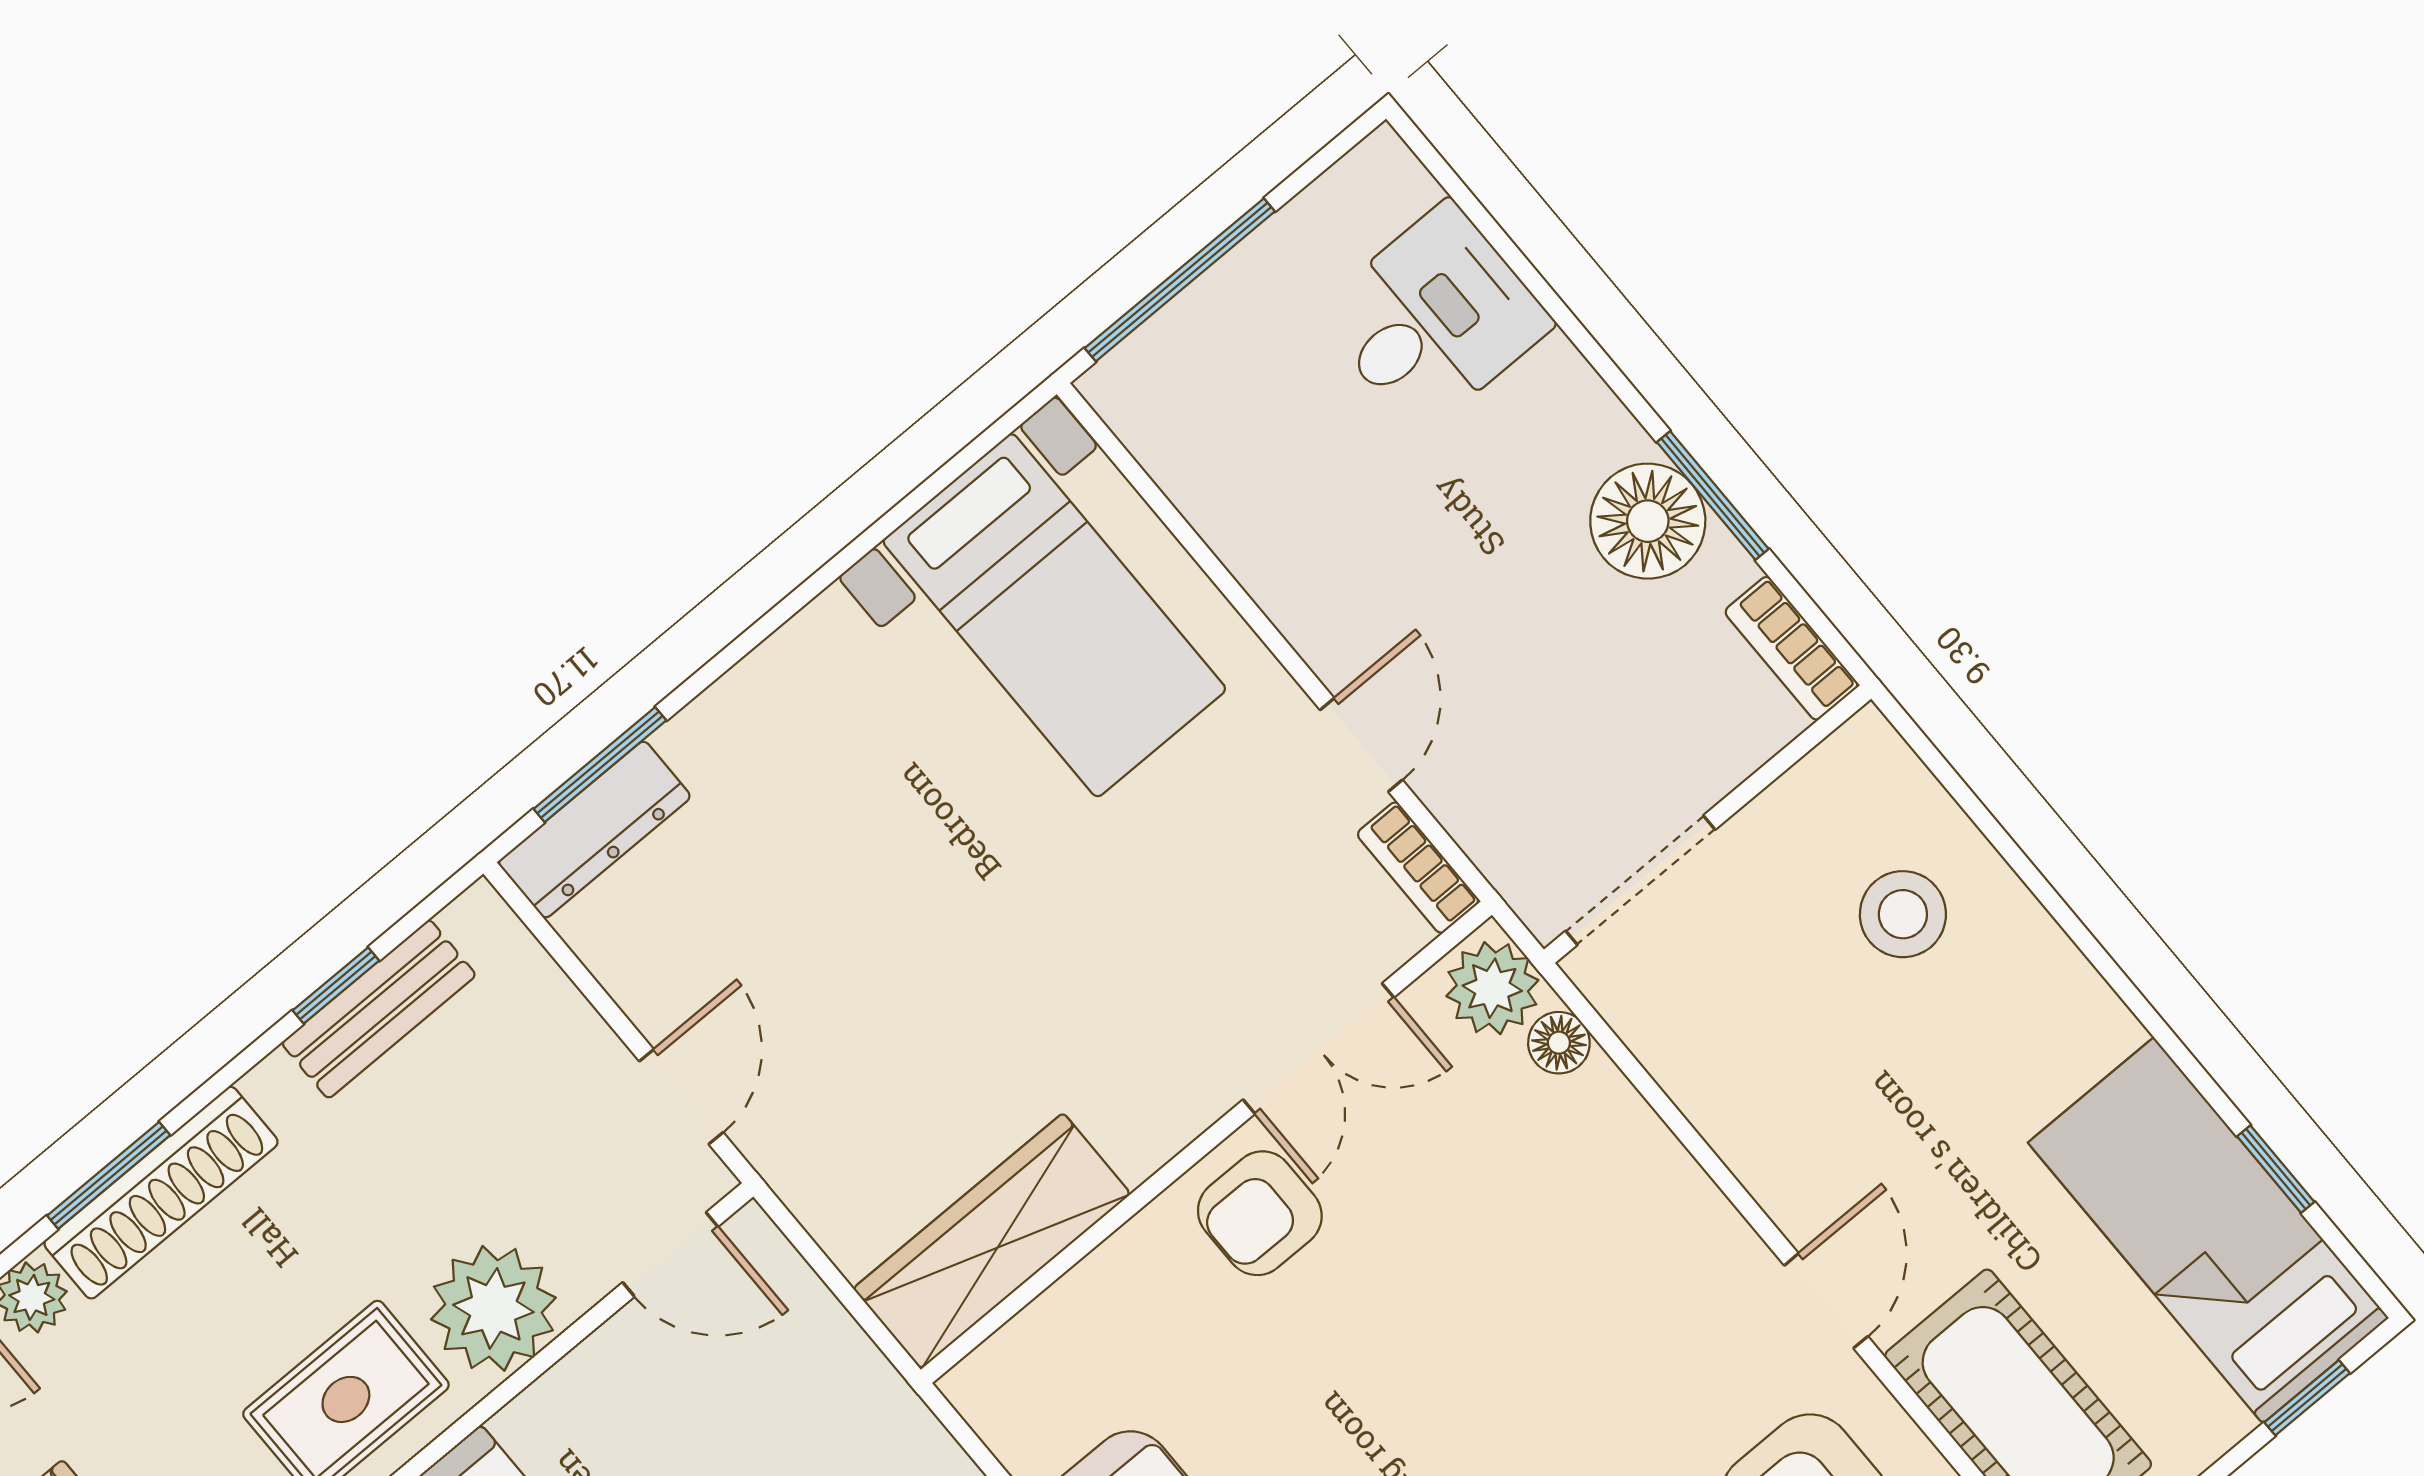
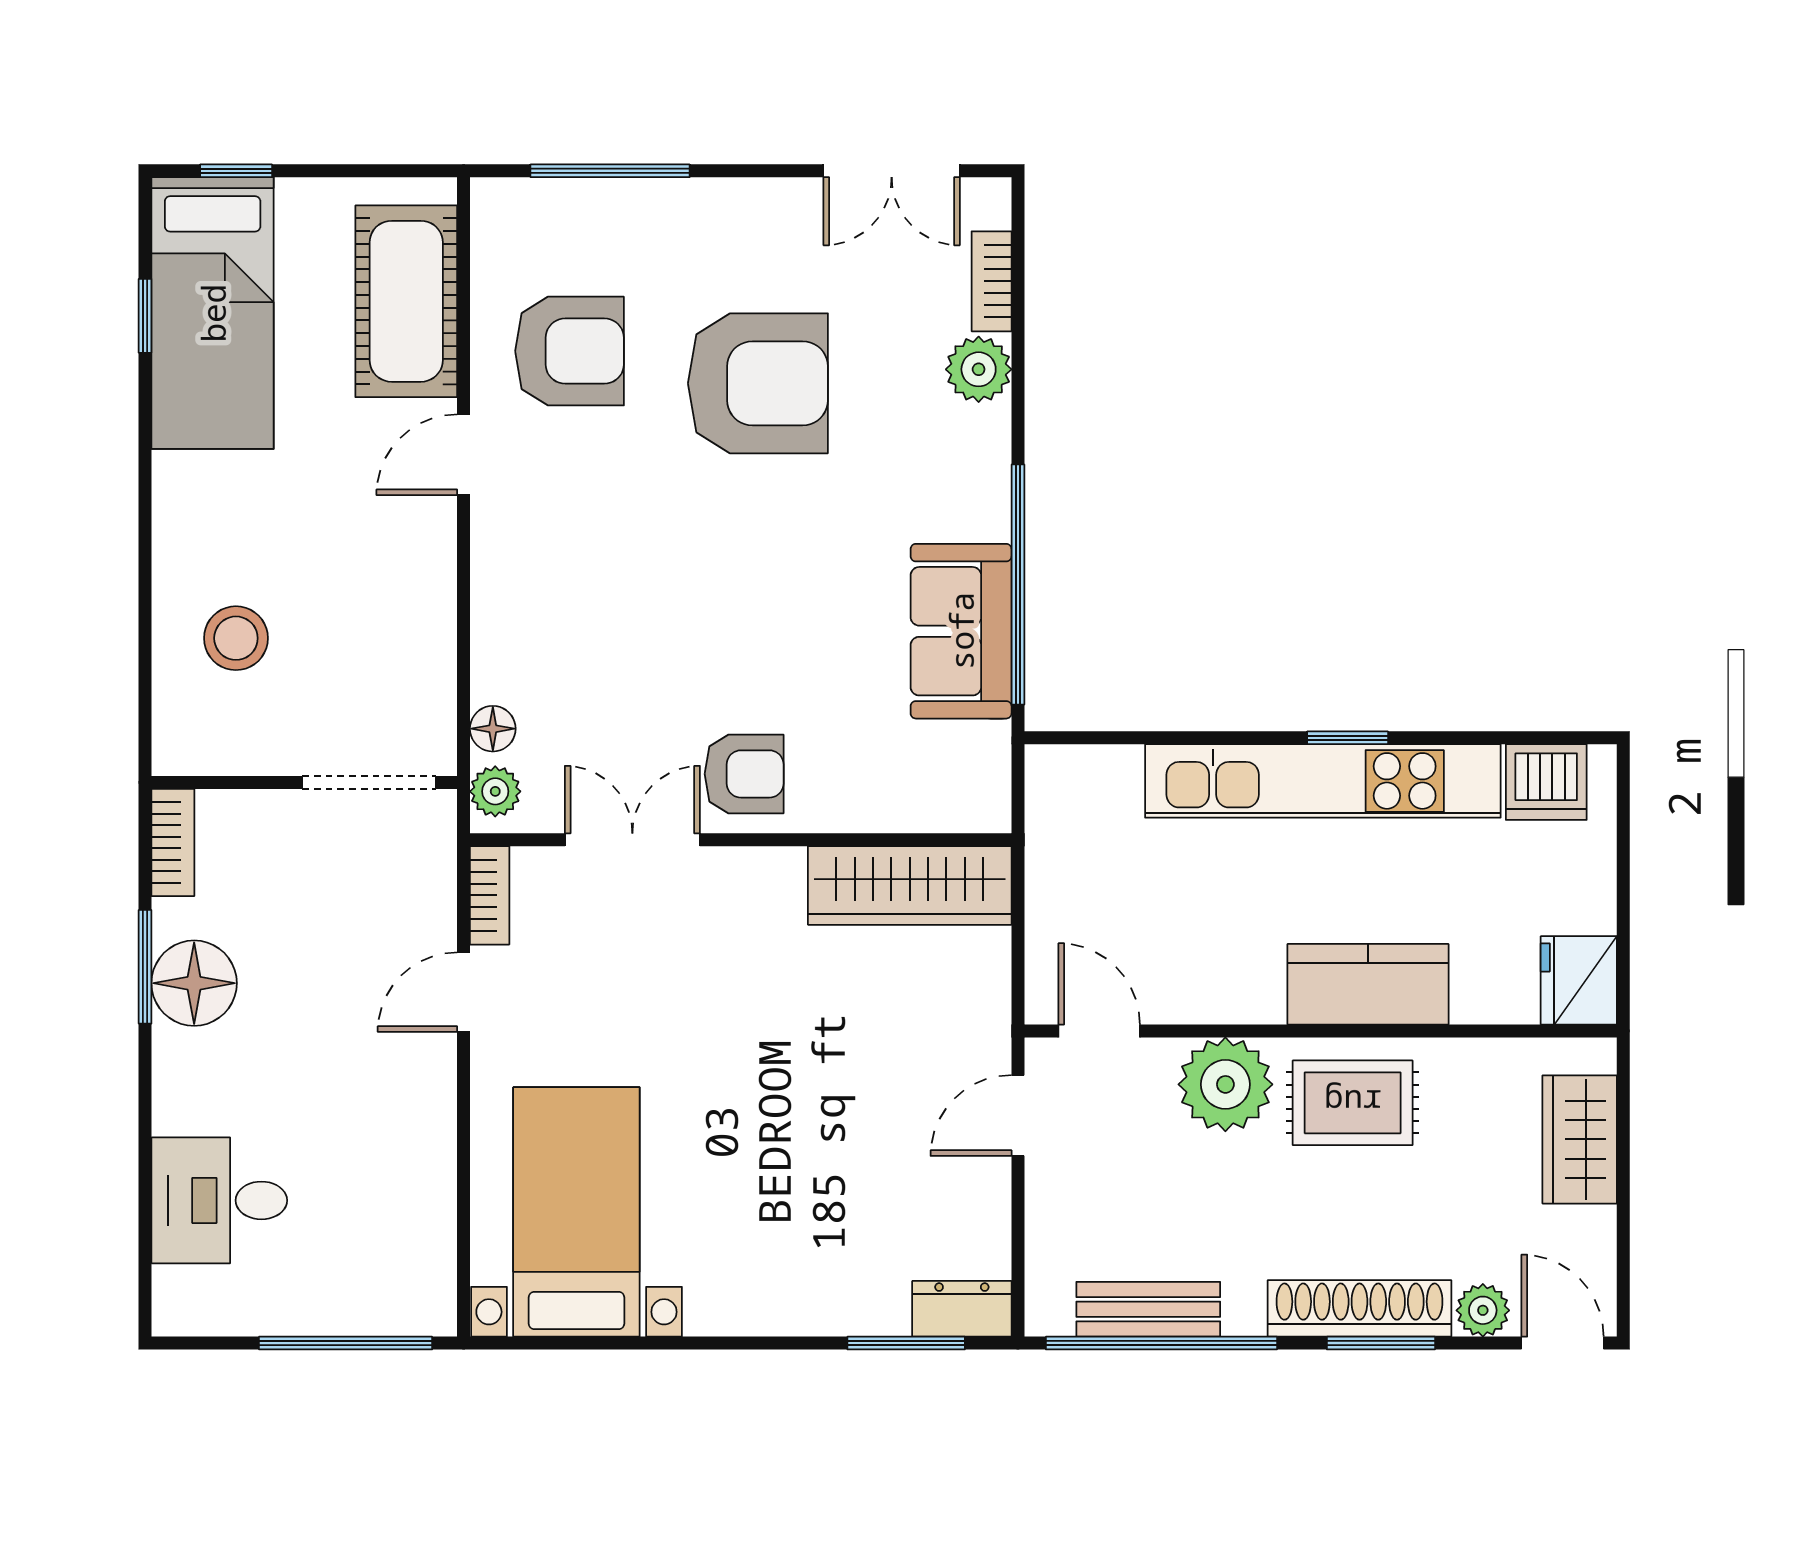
dresser: (594, 830) -> (962, 1309), width x0.70
window: (336, 986) -> (1161, 1343), width x3.17
plant: (1492, 988) -> (495, 791), width x0.73, depth x0.73

